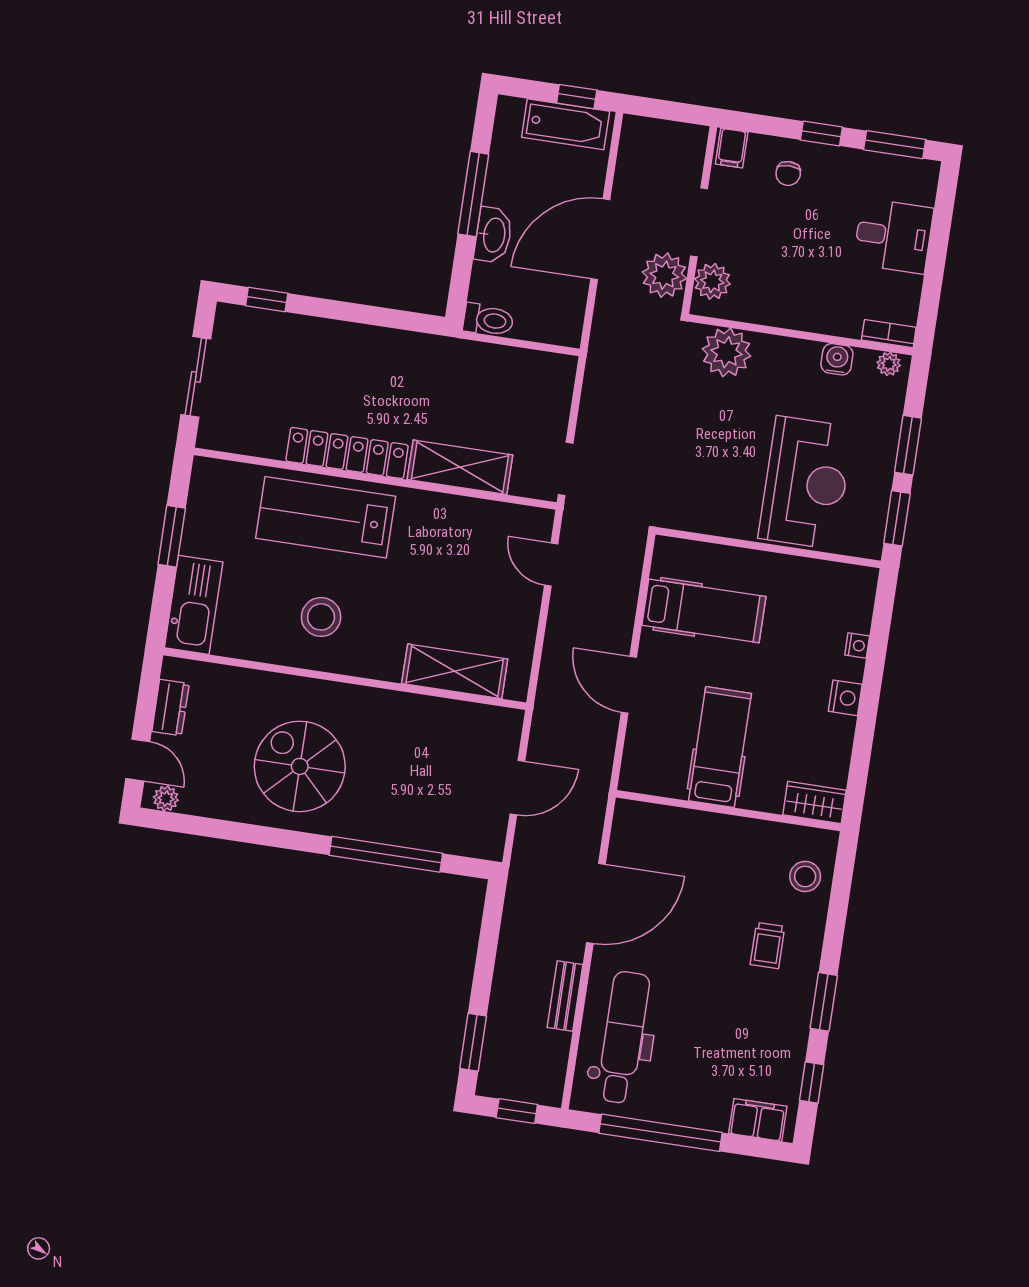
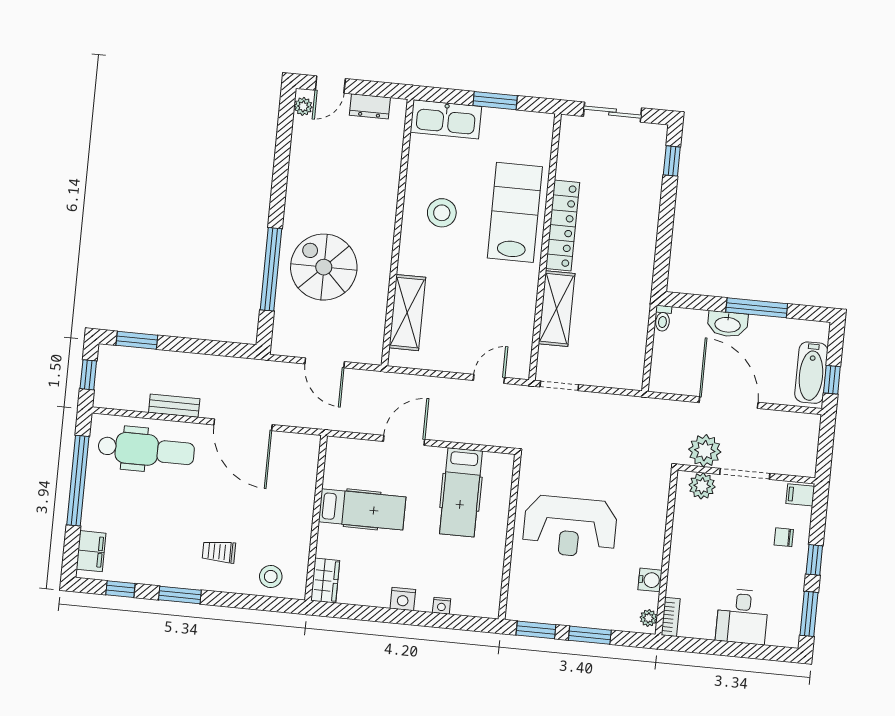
toilet: (488, 320) -> (663, 318), width x0.73, depth x0.72
plant: (727, 352) -> (651, 499), removed
reception desk: (806, 483) -> (570, 527), moved
spiral stairs: (300, 766) -> (324, 267), moved, turned -90

